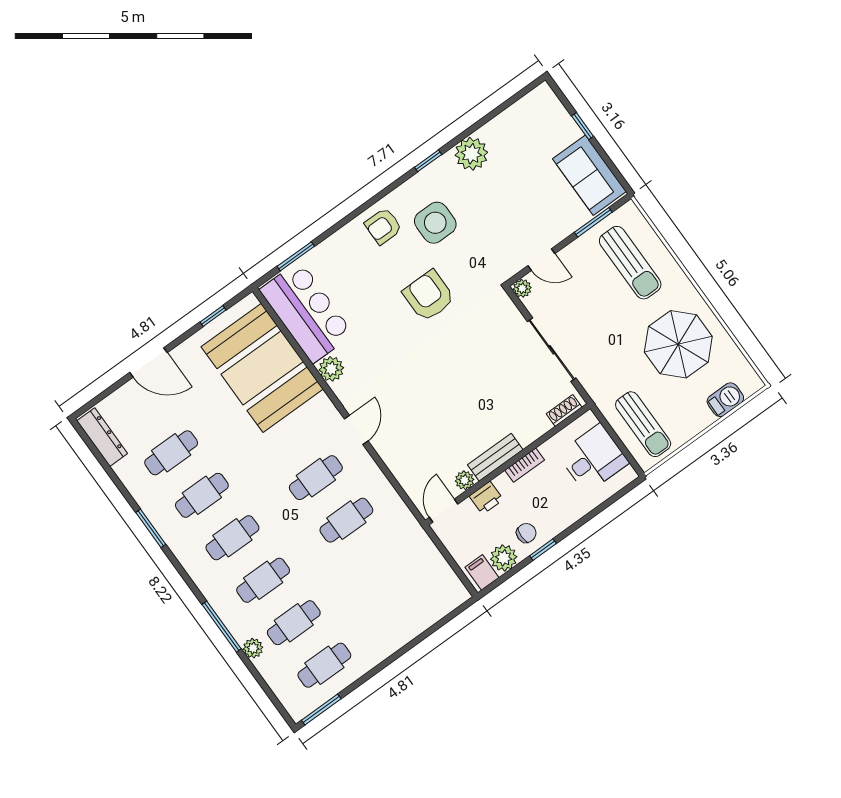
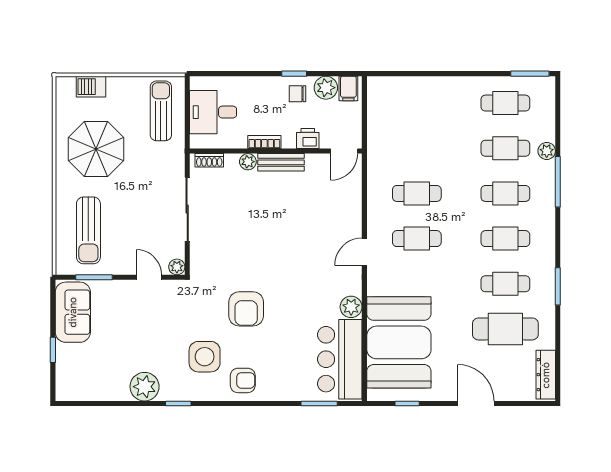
sun lounger: (630, 263) -> (88, 230), turned 180
cafe table: (171, 453) -> (505, 329), width x1.37, depth x1.35
plant: (465, 480) -> (248, 162), moved

